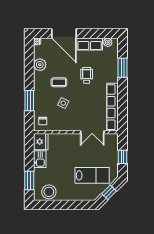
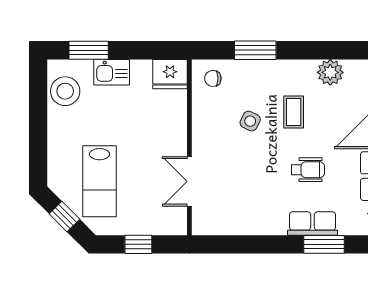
row of seats: (112, 107) -> (313, 224), moved, width x0.50
kitchen sink: (40, 159) -> (112, 72), moved

